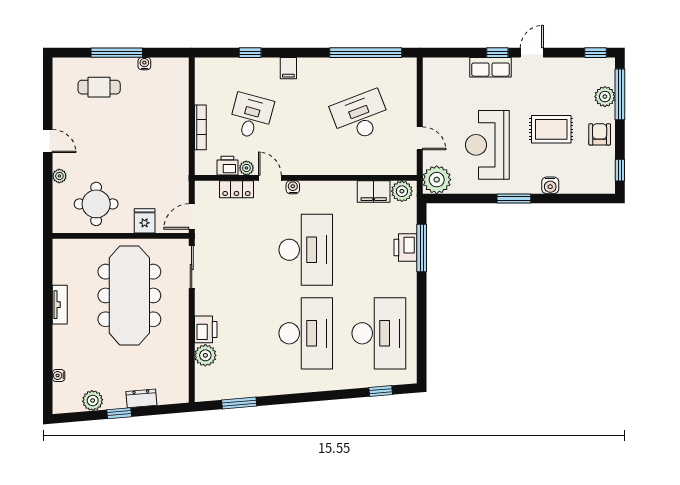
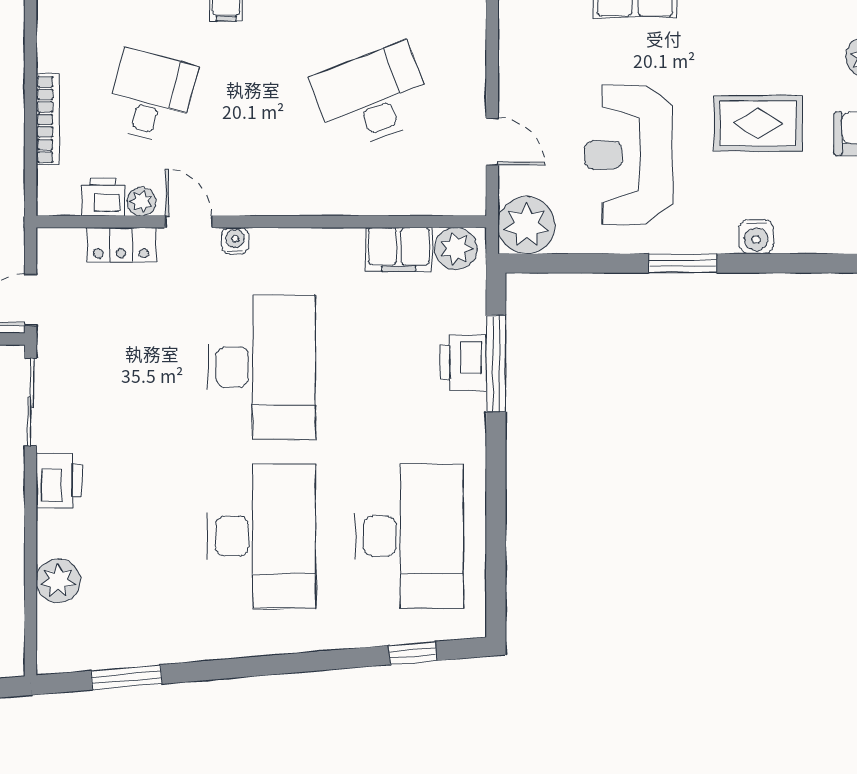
printer: (206, 329) -> (59, 481), moved

